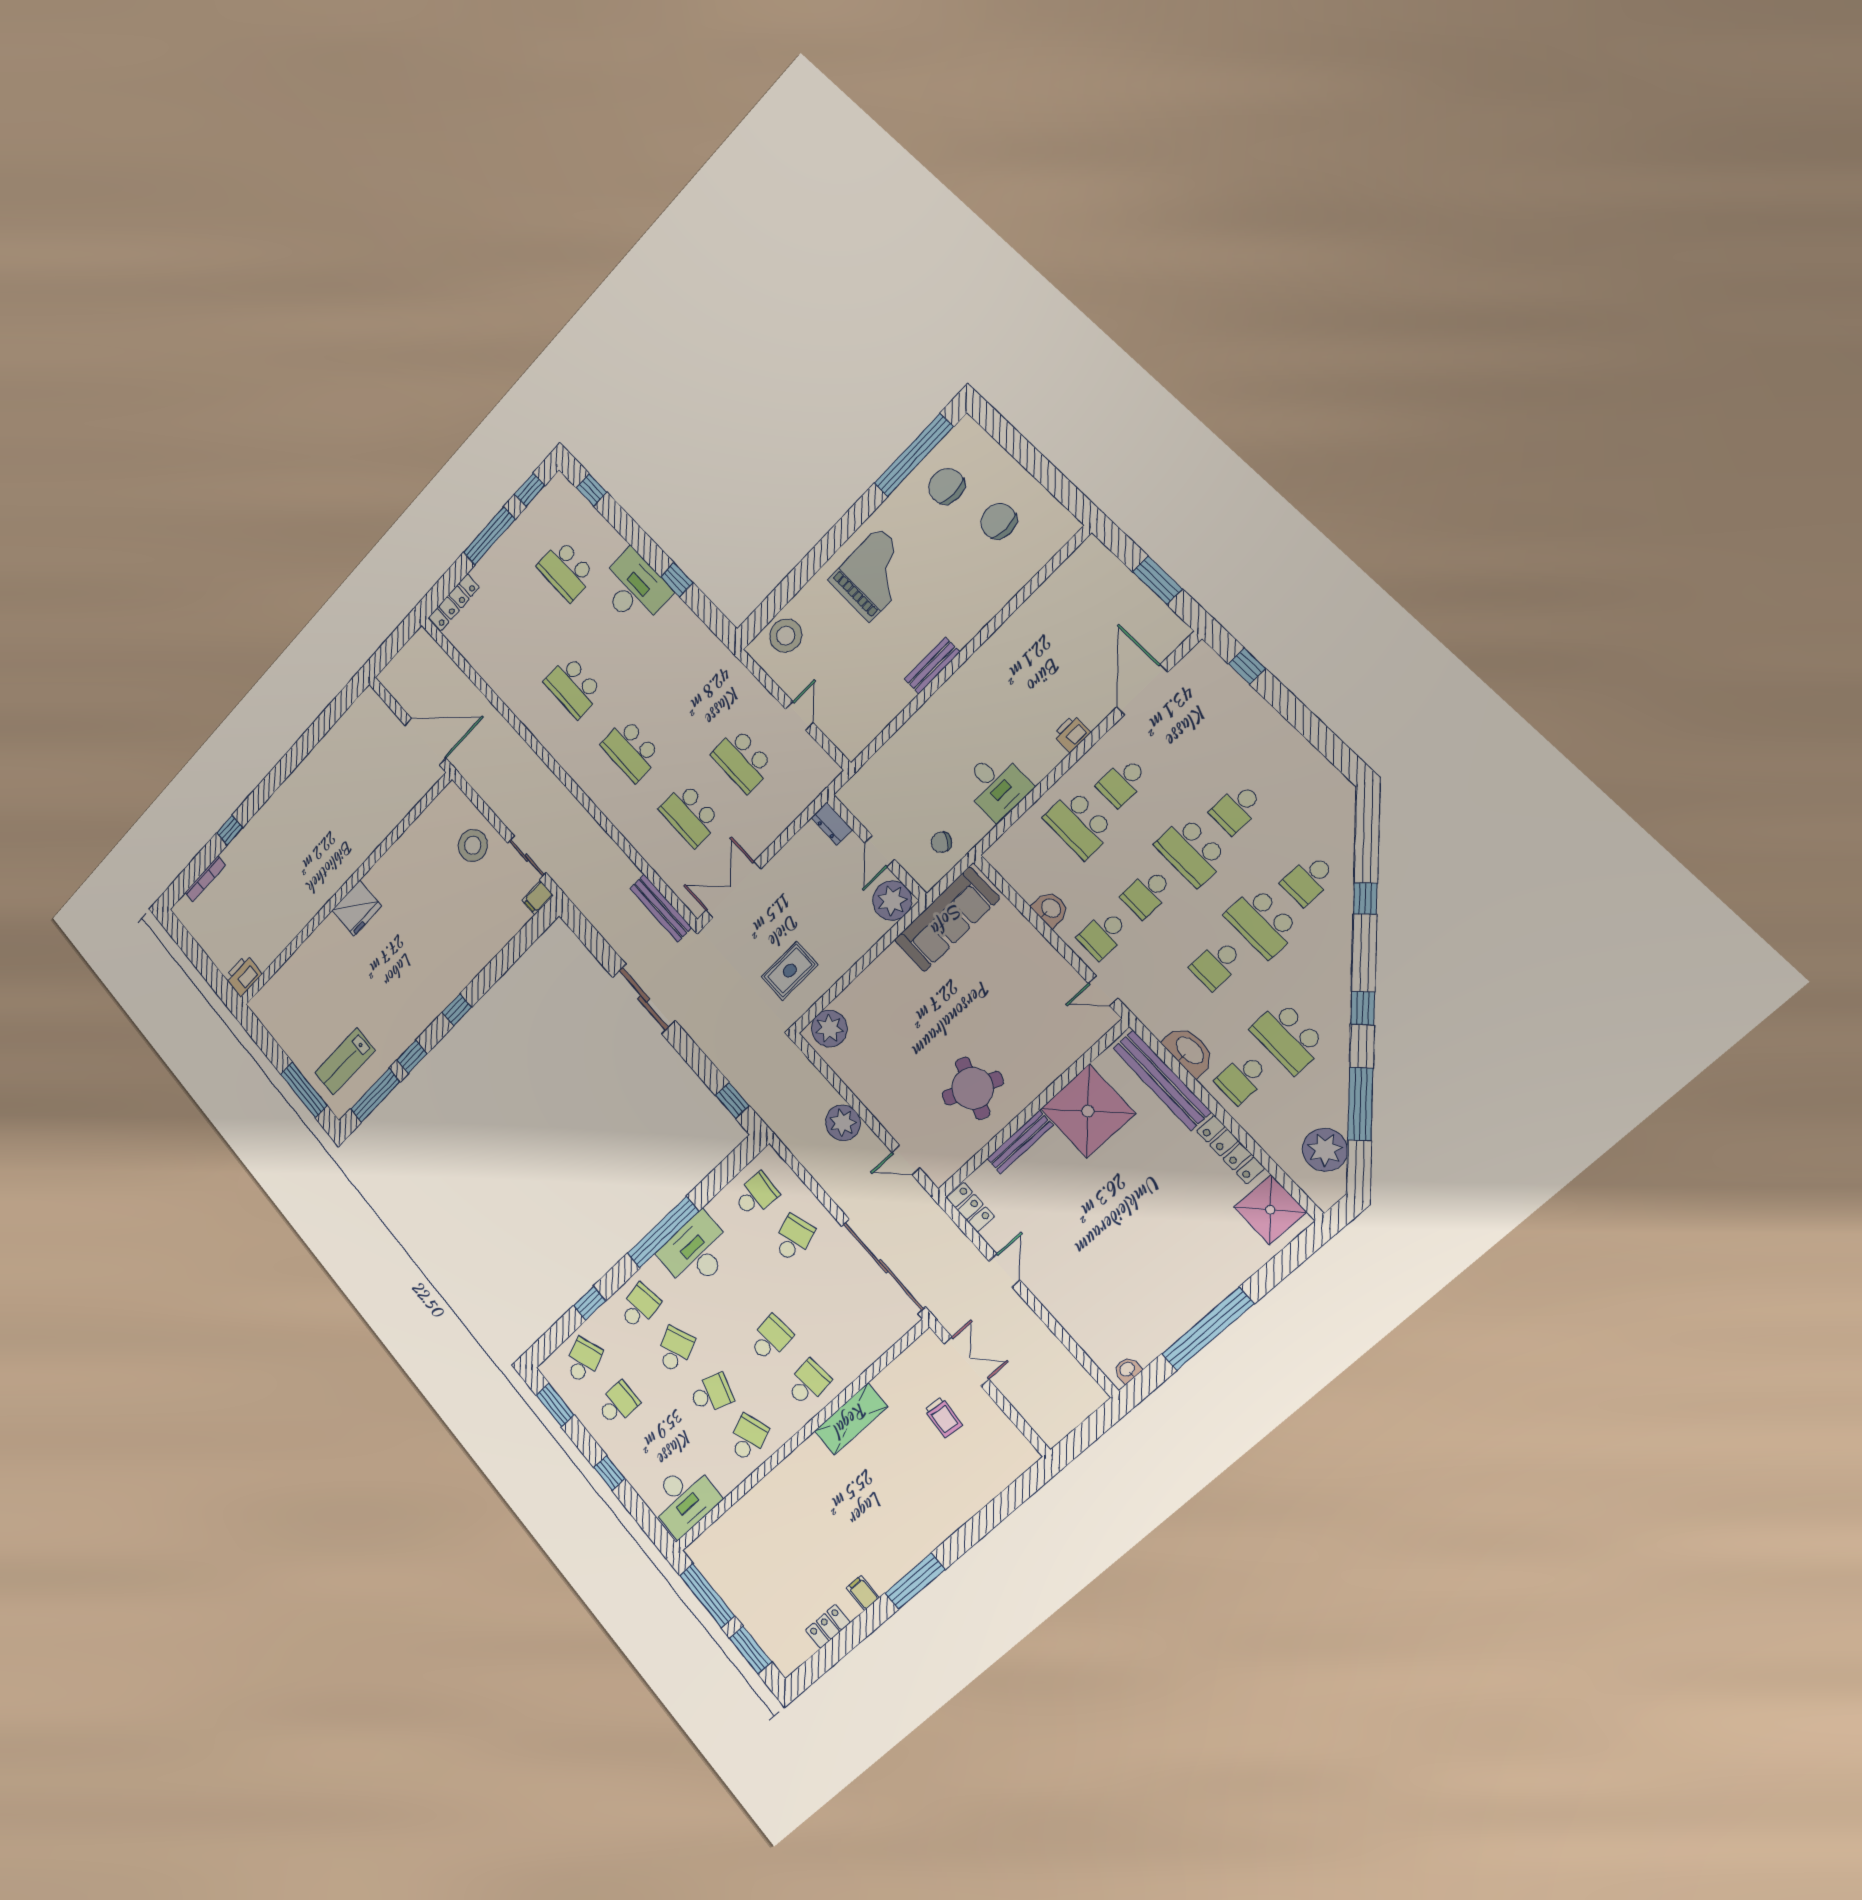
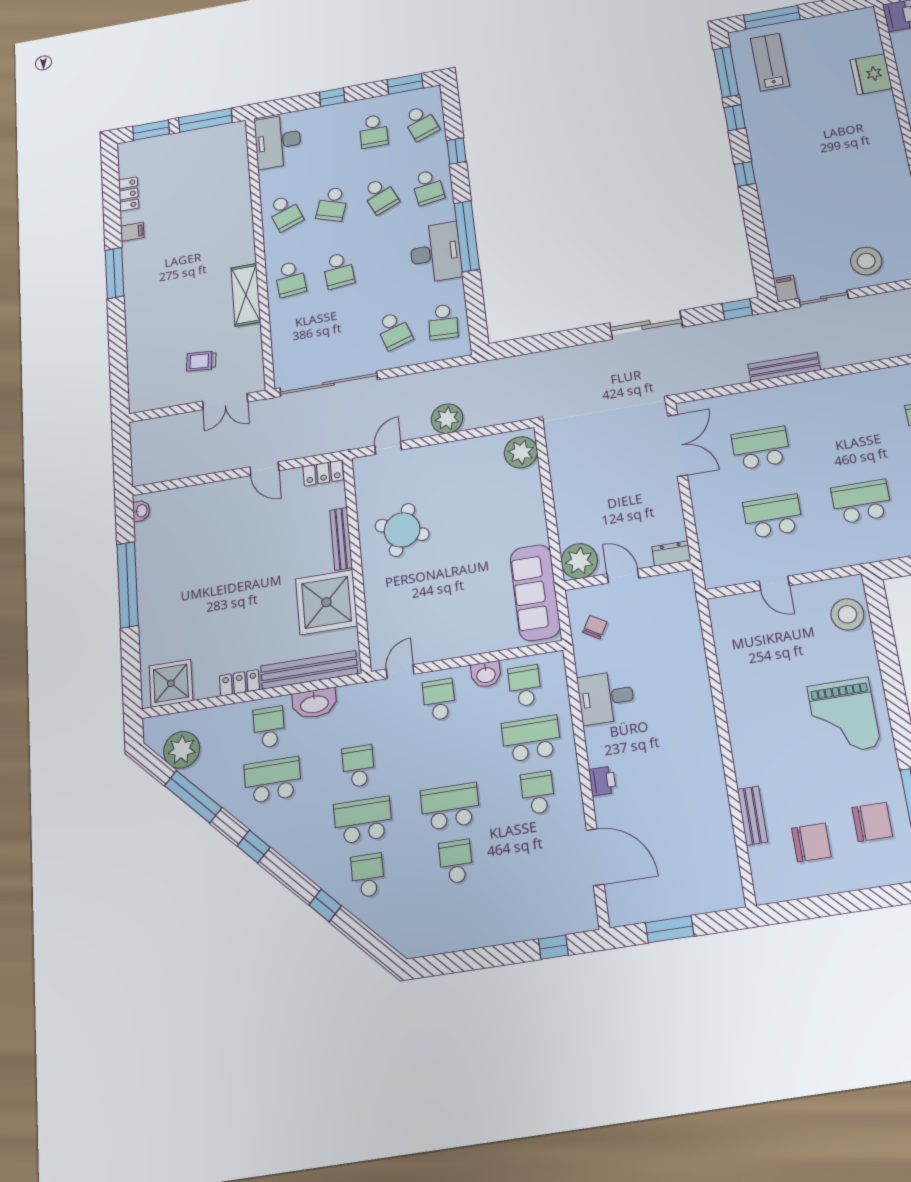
bench: (932, 665) -> (752, 816), moved
school desk: (631, 750) -> (861, 502), moved
school desk: (1147, 893) -> (525, 686), moved
fridge: (357, 908) -> (871, 74), moved
bench: (661, 908) -> (784, 367), moved
rug: (790, 971) -> (585, 450), removed
window: (732, 1101) -> (737, 309), moved
locker: (1231, 1150) -> (239, 683), width x0.66

